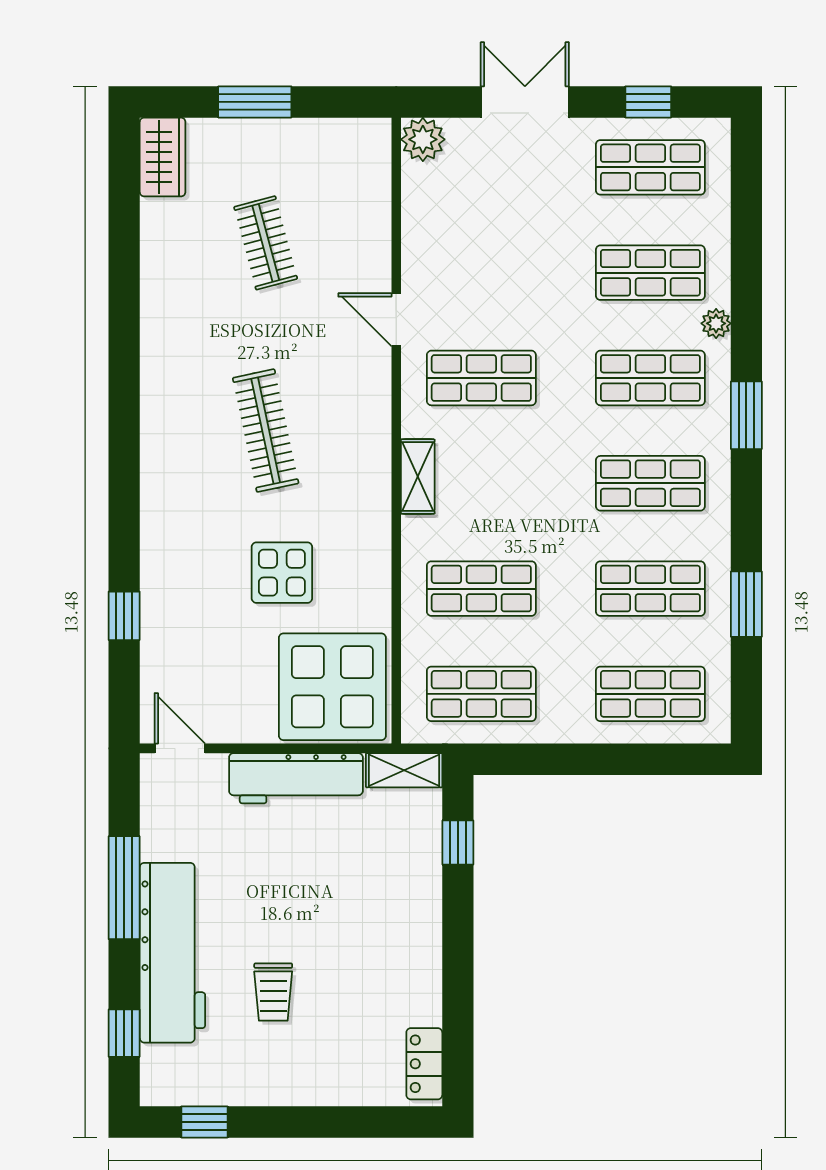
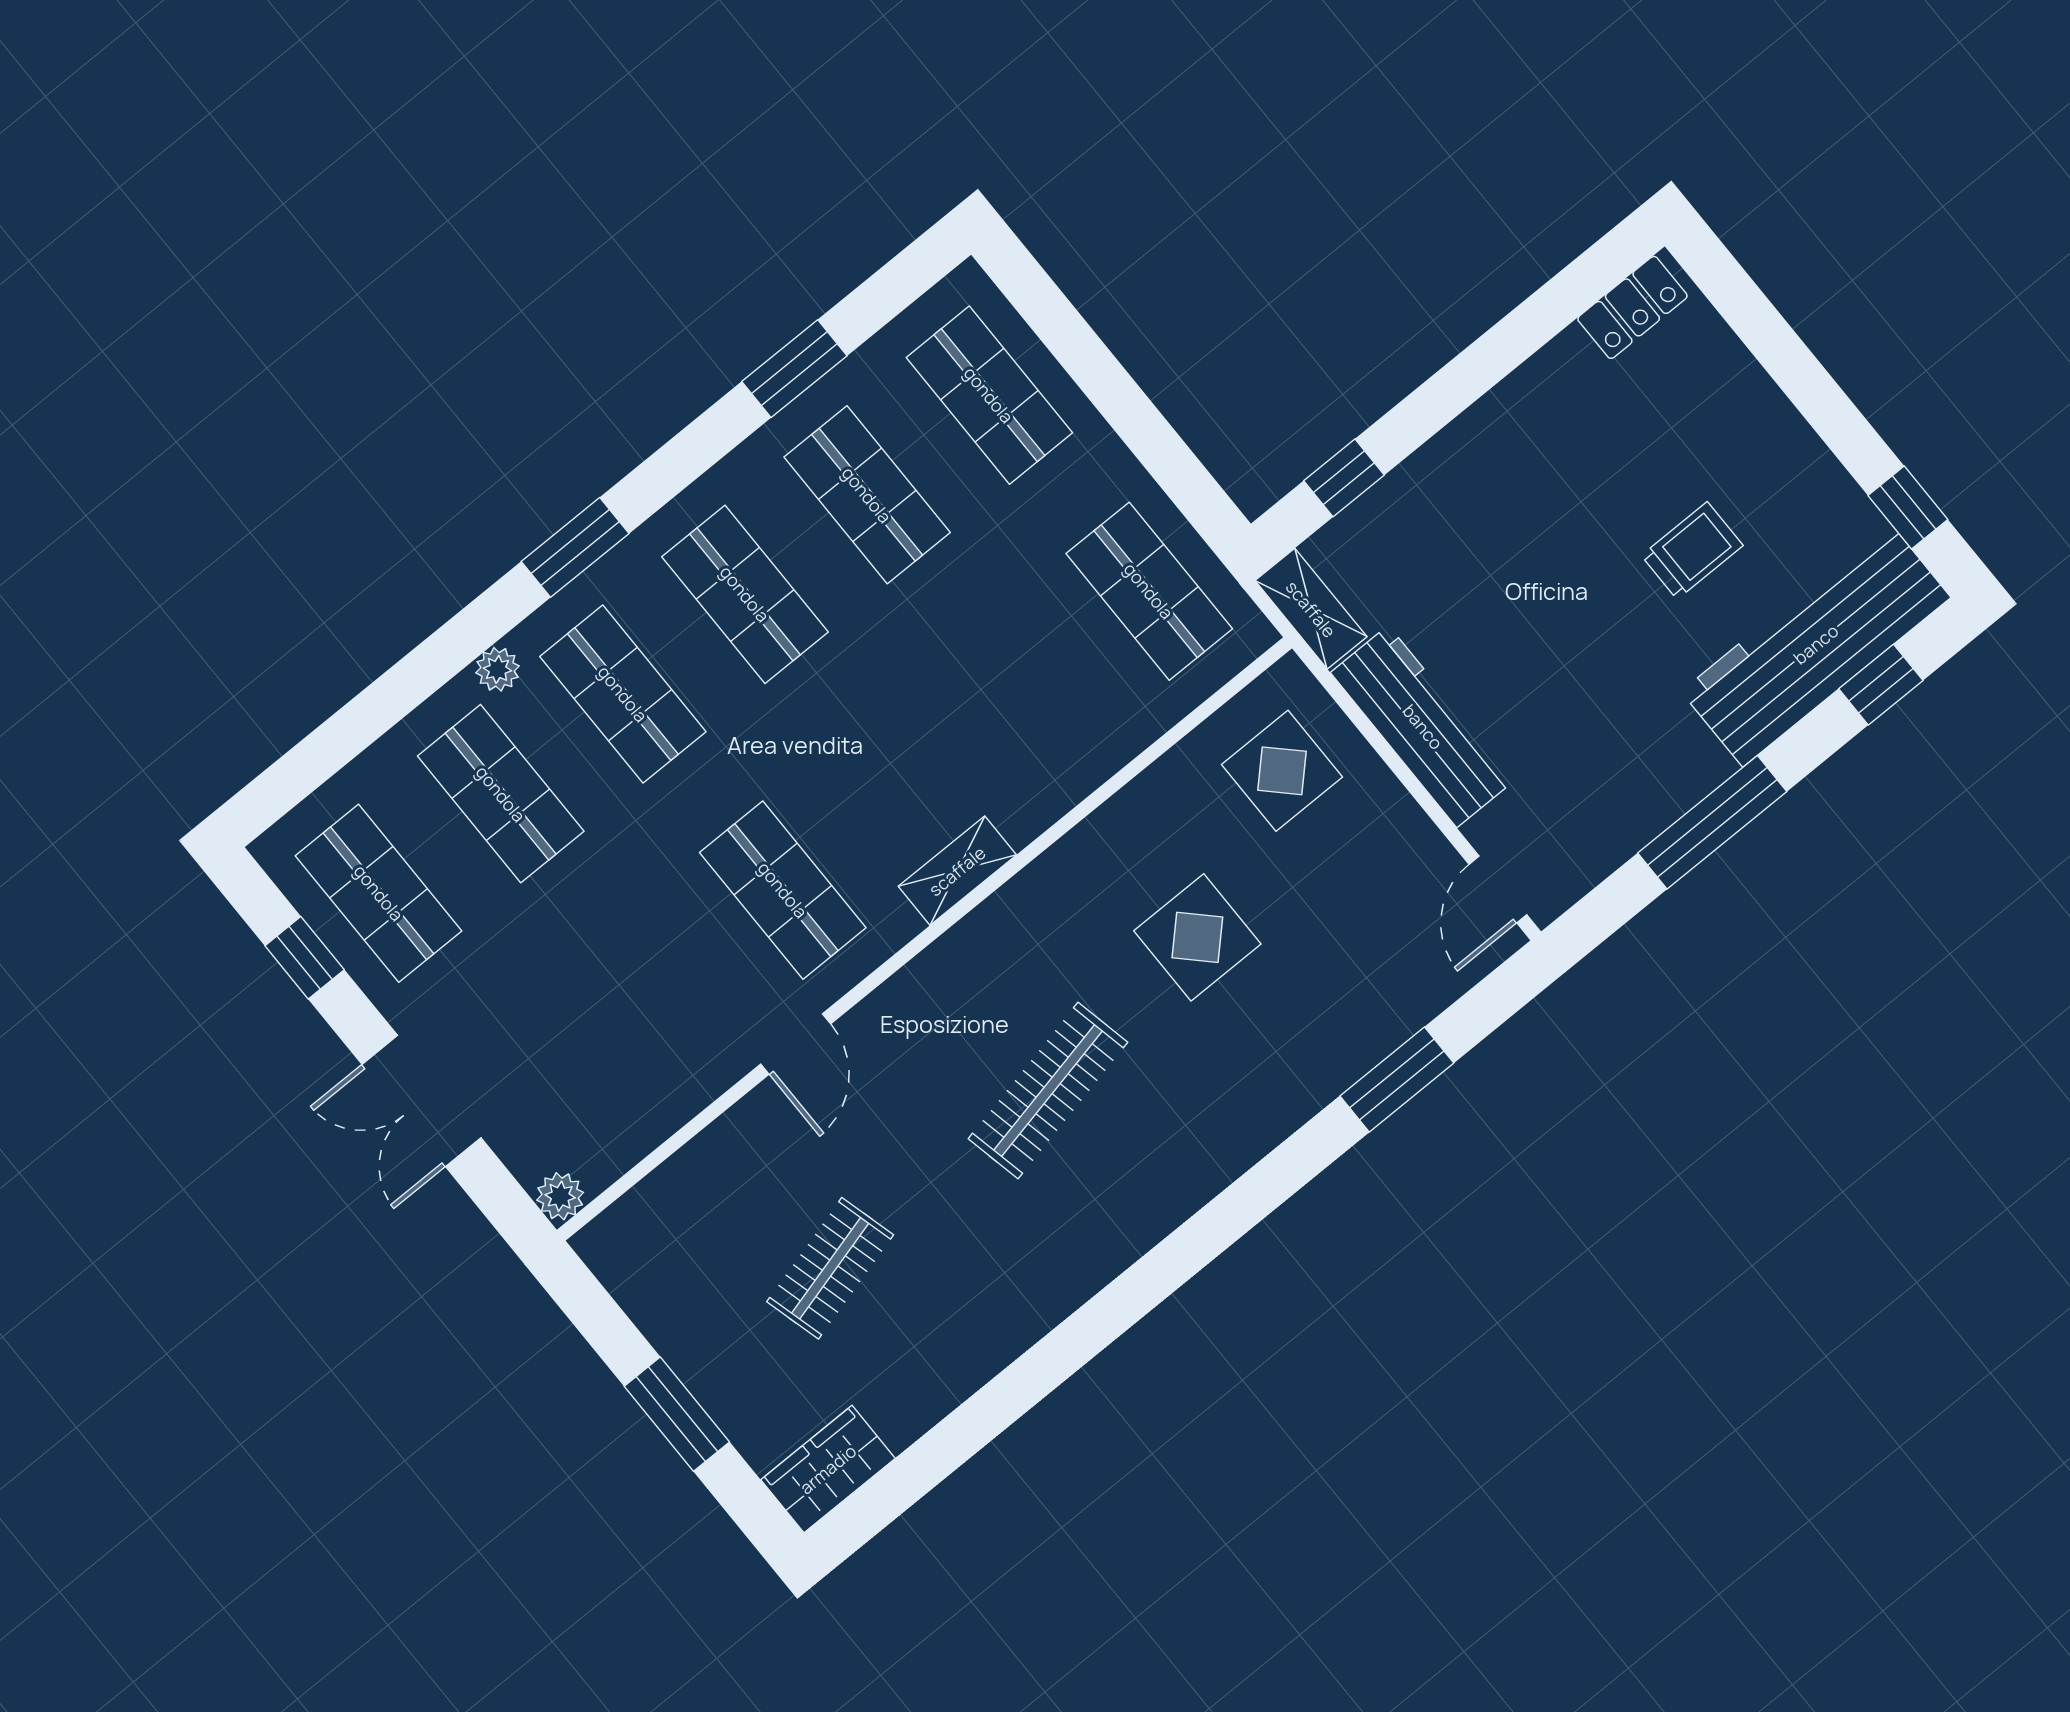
plant: (423, 139) -> (560, 1196), width x0.73, depth x0.73
shop shelf: (481, 589) -> (1027, 691), removed
window: (124, 616) -> (1397, 1080), width x1.50
display table: (332, 687) -> (1282, 771), width x0.54, depth x0.54
workbench: (172, 953) -> (1816, 644), moved

